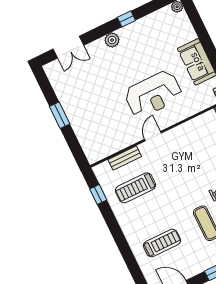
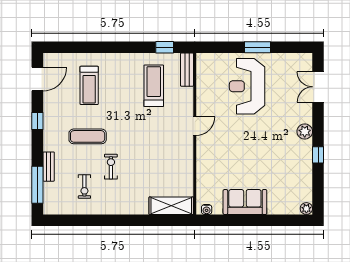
reception desk: (153, 94) -> (247, 86), moved
door: (153, 136) -> (195, 126), hinge flipped
bench: (125, 158) -> (187, 70), moved

